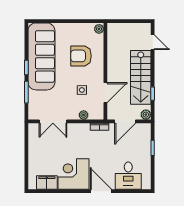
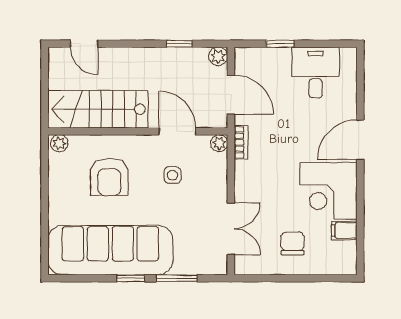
door: (153, 42) -> (84, 44), swing flipped
stairs: (141, 77) -> (98, 109), moved, turned 180
plant: (84, 115) -> (219, 143), moved
chair: (45, 155) -> (292, 244), added
desk: (128, 176) -> (316, 73), moved, turned -90
filing cabinet: (47, 182) -> (344, 231), width x0.50

